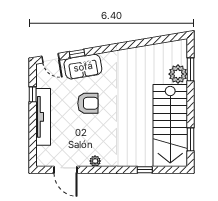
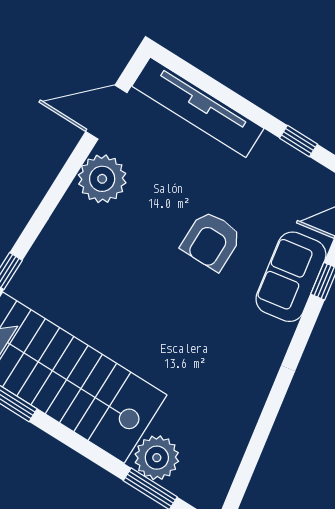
tv unit: (43, 117) -> (198, 107), moved
plant: (95, 161) -> (102, 179), width x1.88, depth x1.88

